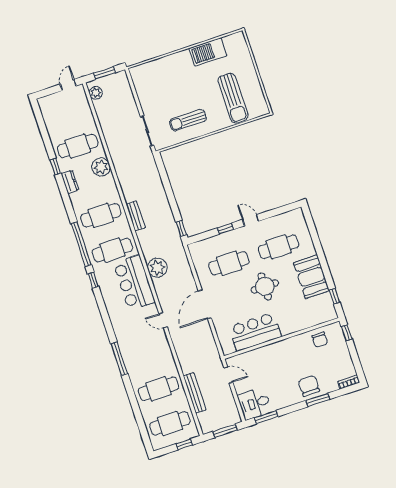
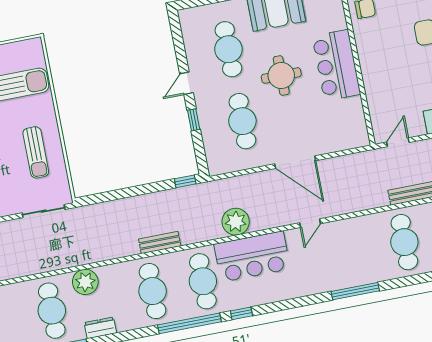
bar counter: (255, 332) -> (336, 65), moved

